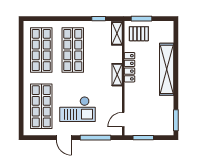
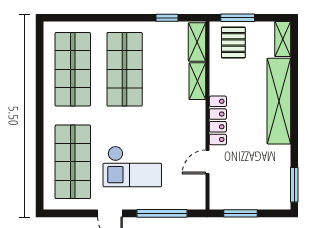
shelving: (169, 32) -> (283, 39), added
pallet: (139, 34) -> (233, 42), turned 90
locker: (129, 67) -> (218, 120), moved
shelving: (117, 75) -> (197, 81), moved
door: (123, 120) -> (208, 162), moved

